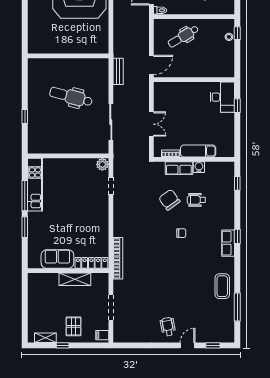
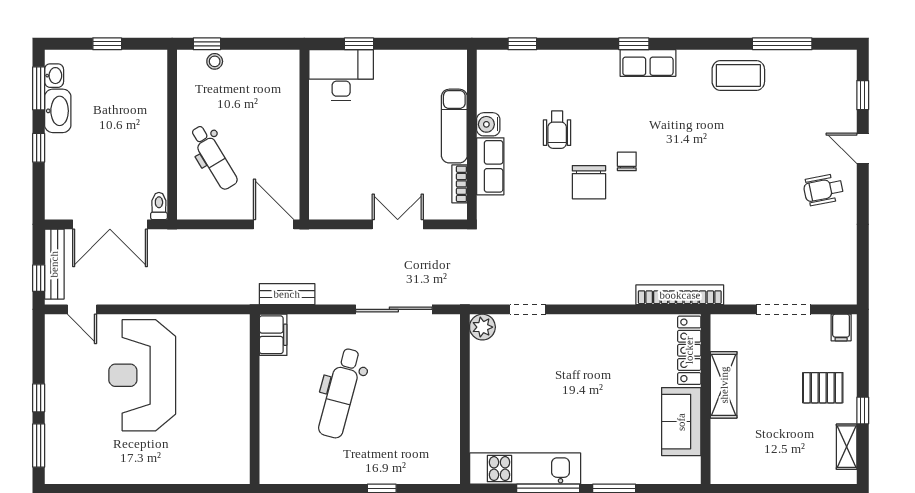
filing cabinet: (99, 65) -> (273, 335), added
chair: (169, 200) -> (589, 182), moved, turned -54

